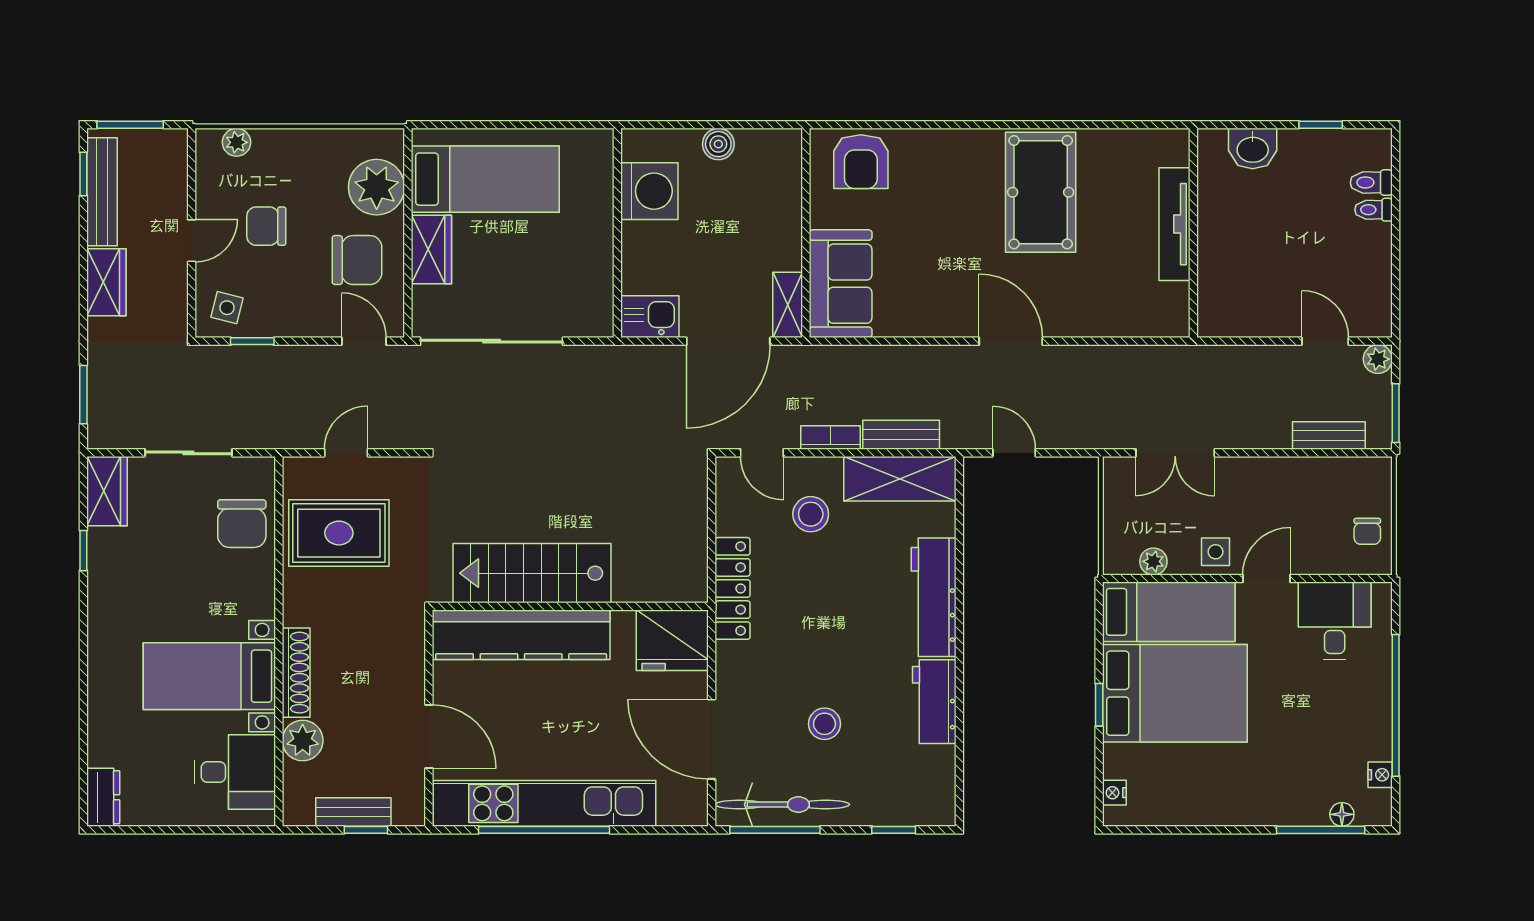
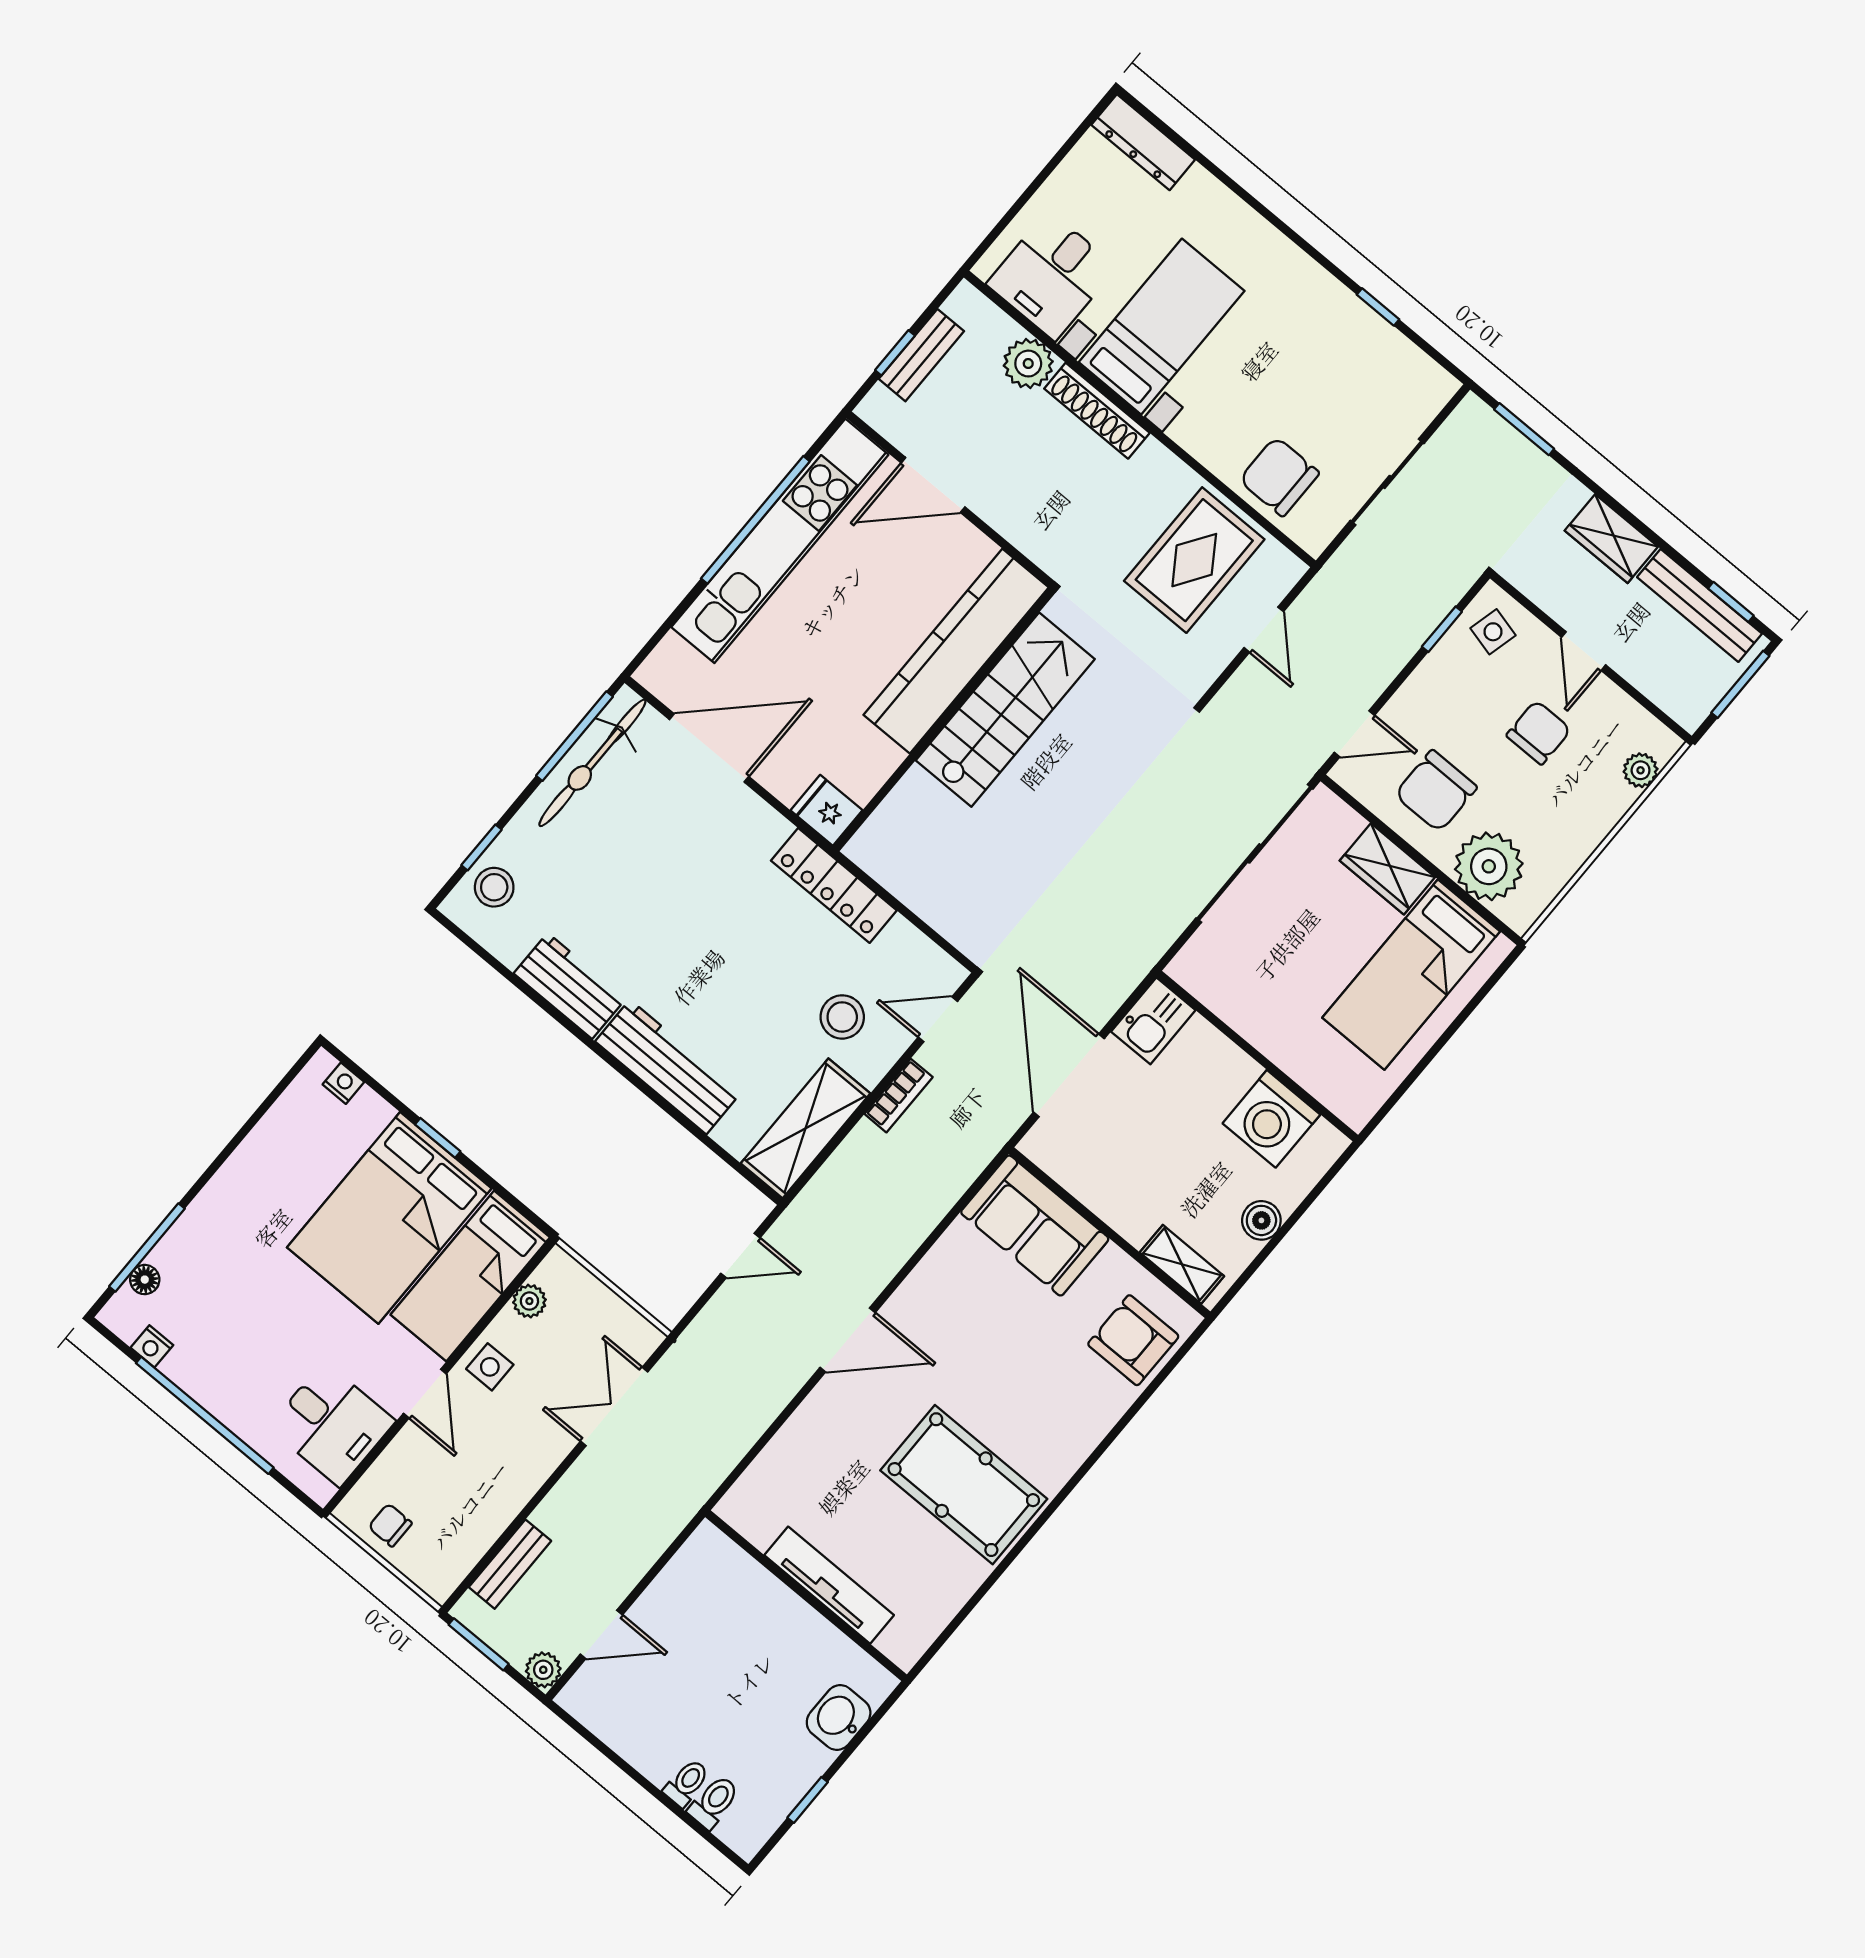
shelving: (788, 305) -> (1182, 1264), moved
bench: (901, 435) -> (846, 1164), removed
wardrobe: (107, 491) -> (1415, 376), removed
fridge: (672, 640) -> (827, 810), width x0.53, depth x0.75
stool: (824, 724) -> (494, 887), moved
dresser: (103, 797) -> (1143, 142), width x1.44

